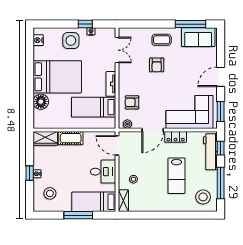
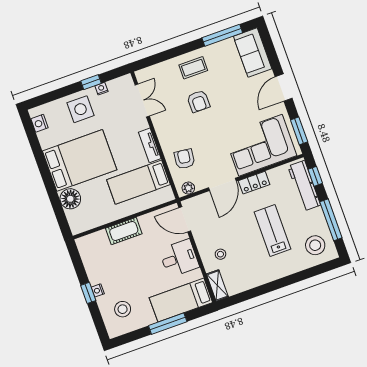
sofa: (198, 37) -> (253, 53), moved, turned 90
armchair: (132, 102) -> (184, 159), turned 97
wardrobe: (45, 138) -> (92, 243), removed
lab bench: (177, 176) -> (273, 230), turned 180

